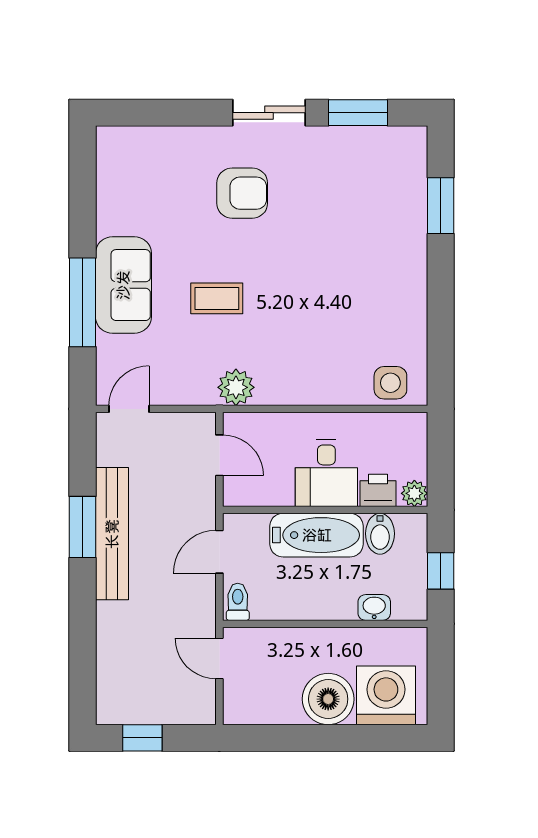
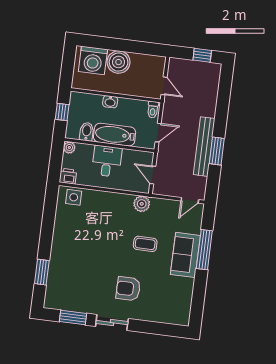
printer: (378, 490) -> (68, 176), moved, turned 180
washbasin: (374, 607) -> (110, 102), moved

